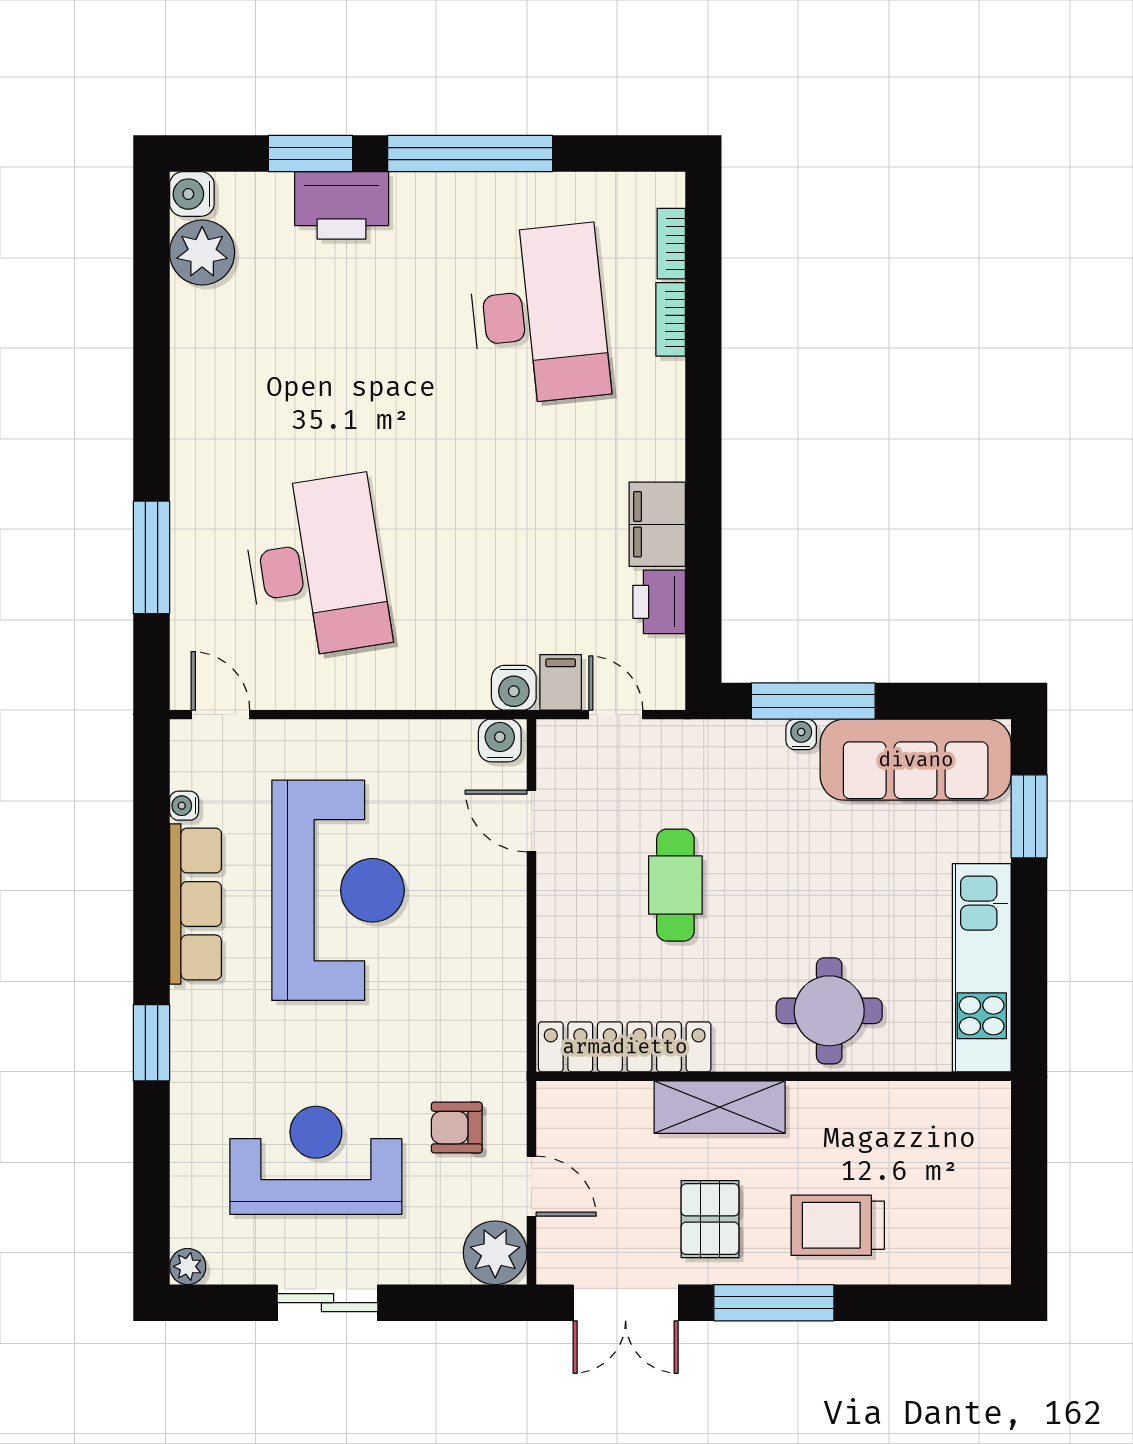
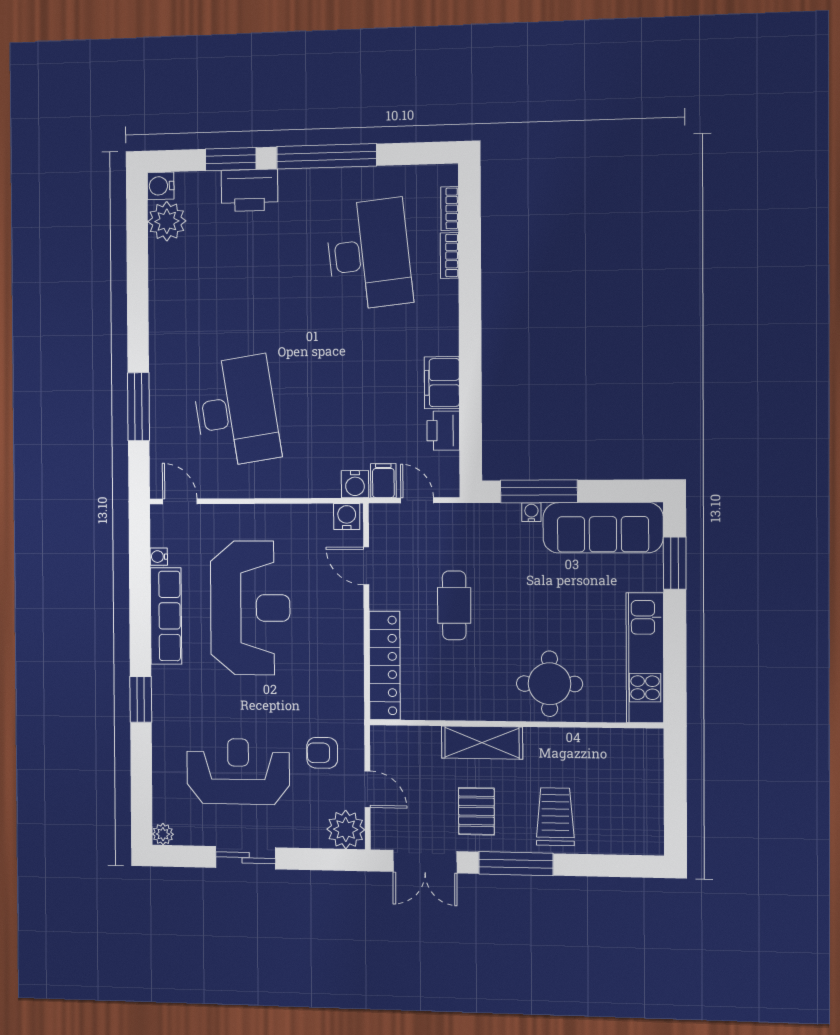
locker: (625, 1047) -> (385, 665), moved, turned 90
trolley: (838, 1225) -> (555, 817), turned 90

